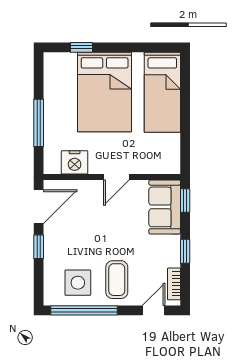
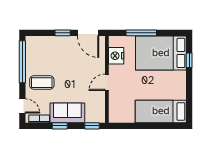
bed: (105, 92) -> (161, 53), moved
door: (116, 177) -> (107, 82), hinge flipped
sofa: (165, 207) -> (67, 113), moved
side table: (78, 283) -> (40, 58), removed

